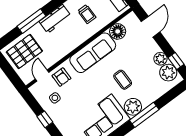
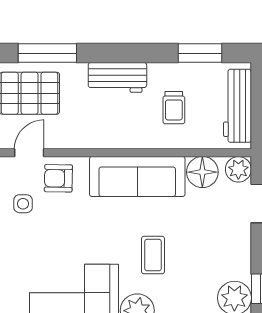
window: (31, 21) -> (47, 53), moved
plant: (160, 59) -> (238, 169), moved
armchair: (61, 77) -> (58, 178), turned 91

